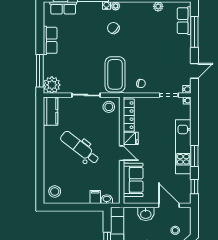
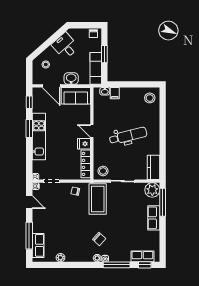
row of seats: (50, 40) -> (154, 218), moved
door: (194, 71) -> (29, 202), swing flipped
dental chair: (80, 148) -> (128, 136), turned -52
sofa: (133, 180) -> (76, 96), moved, turned -90

